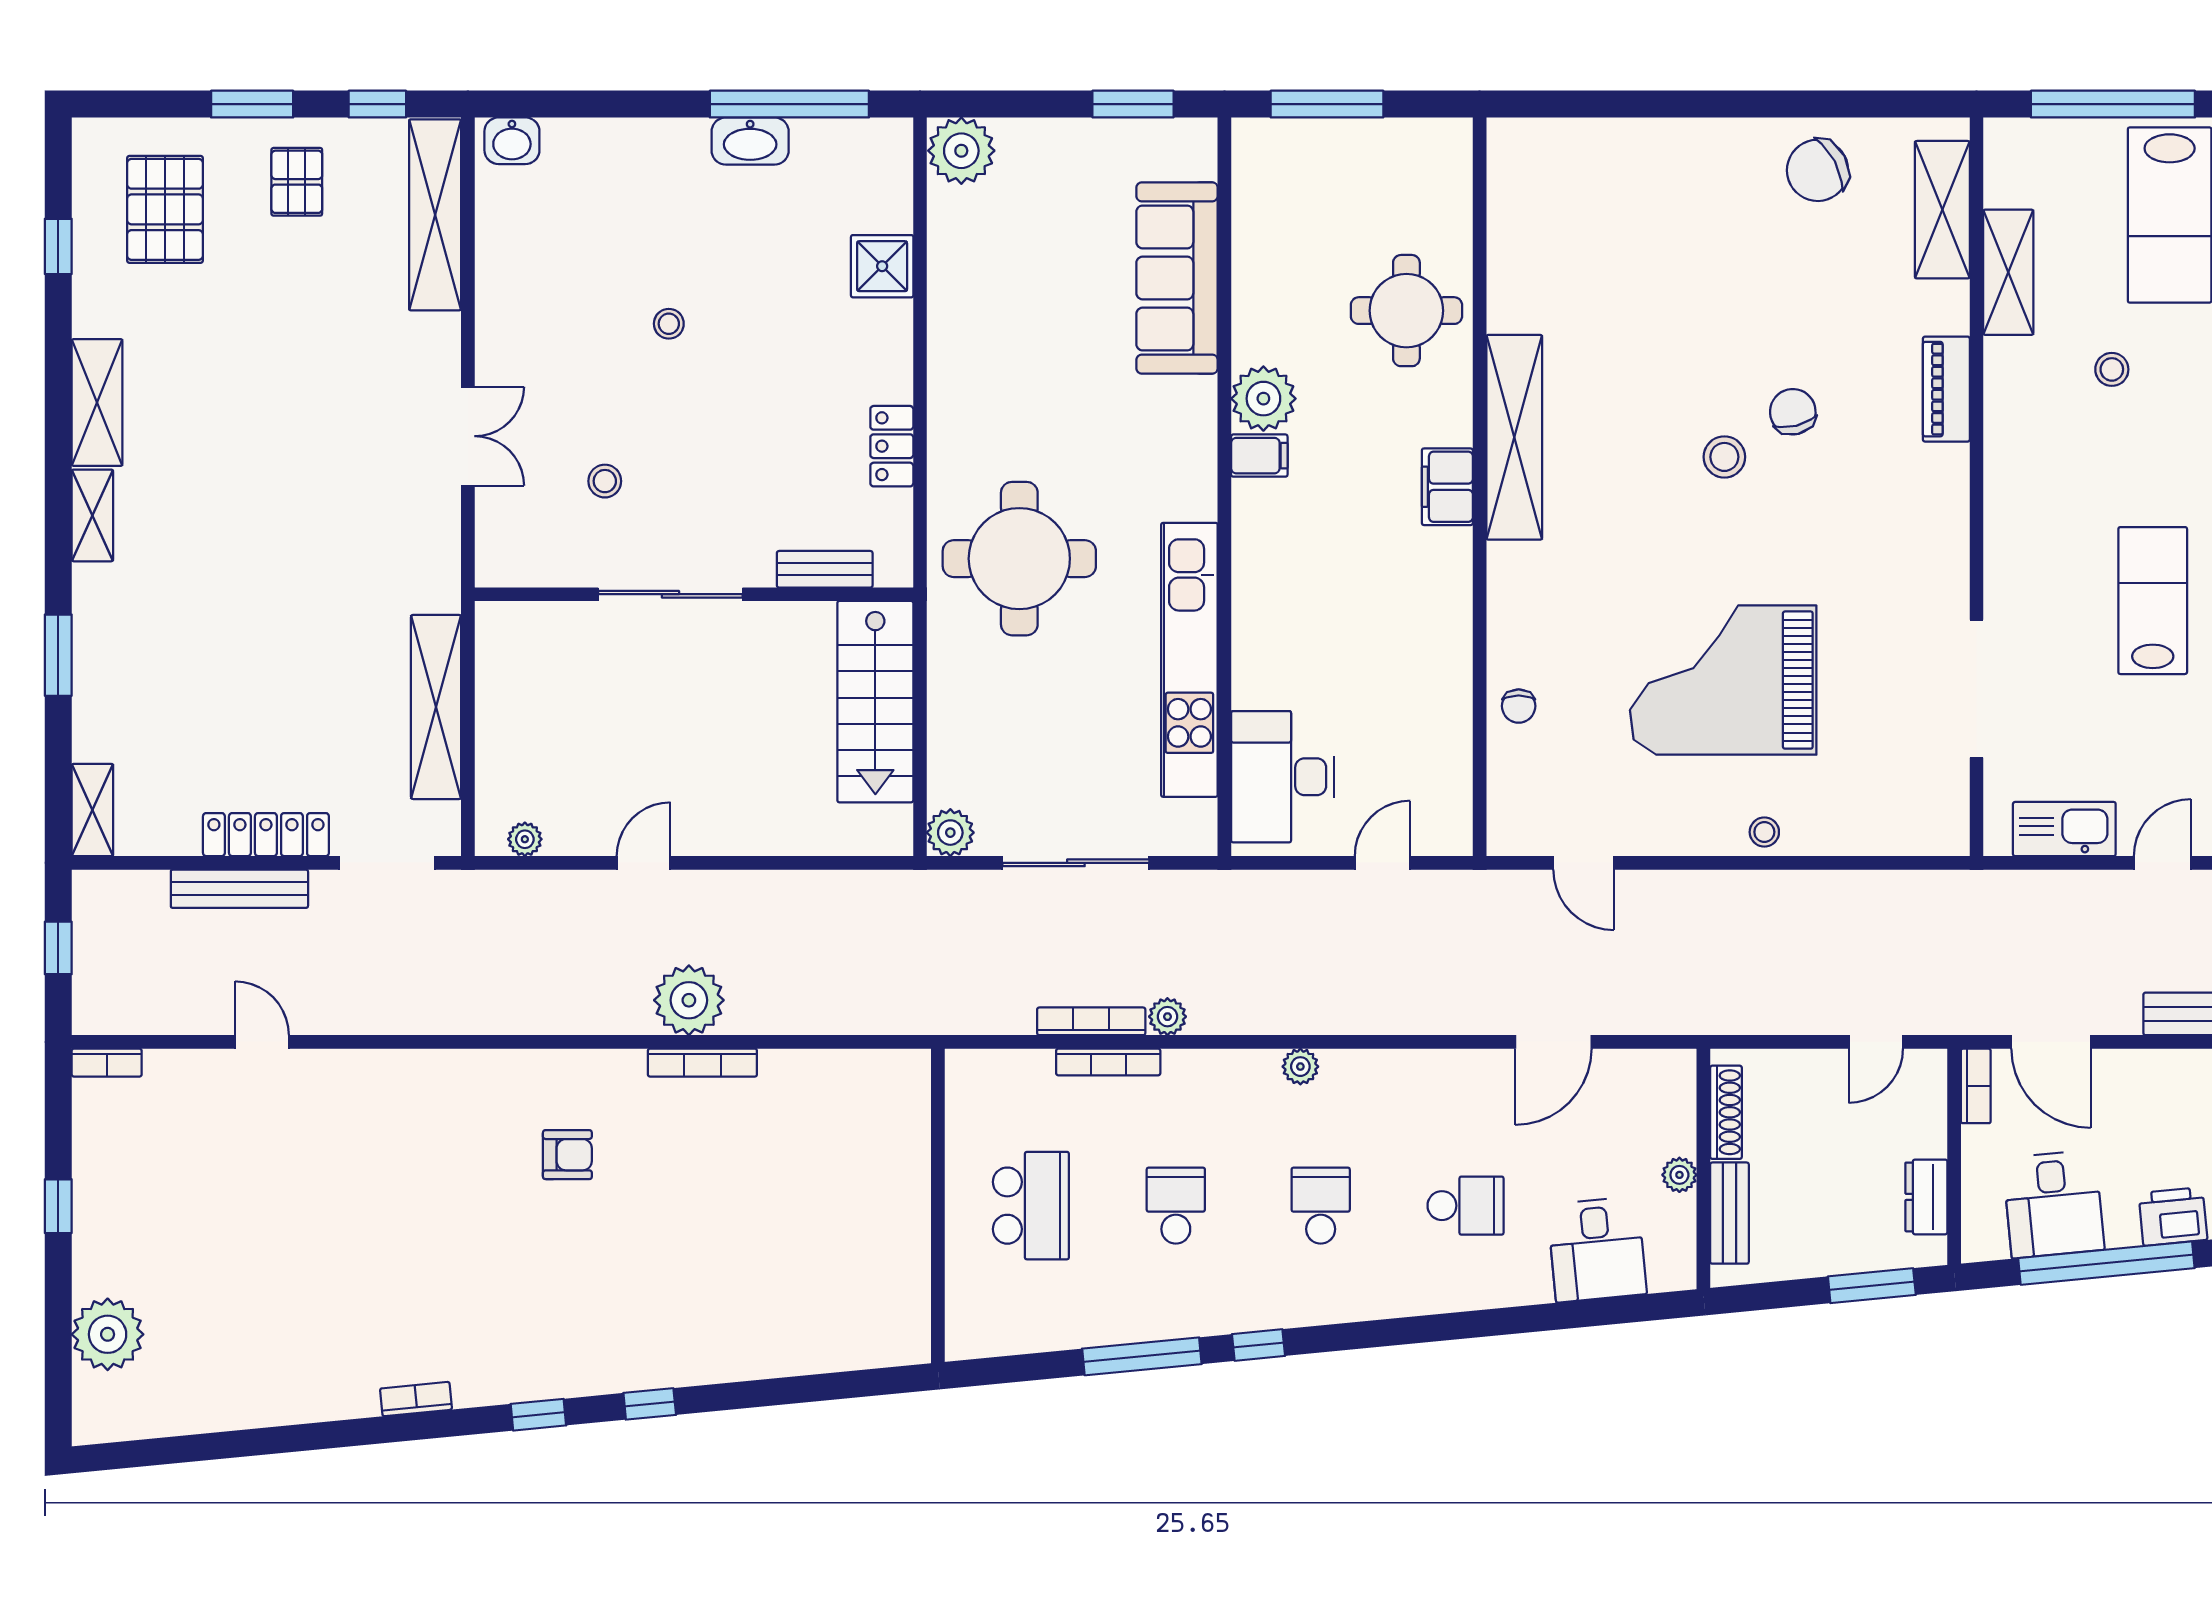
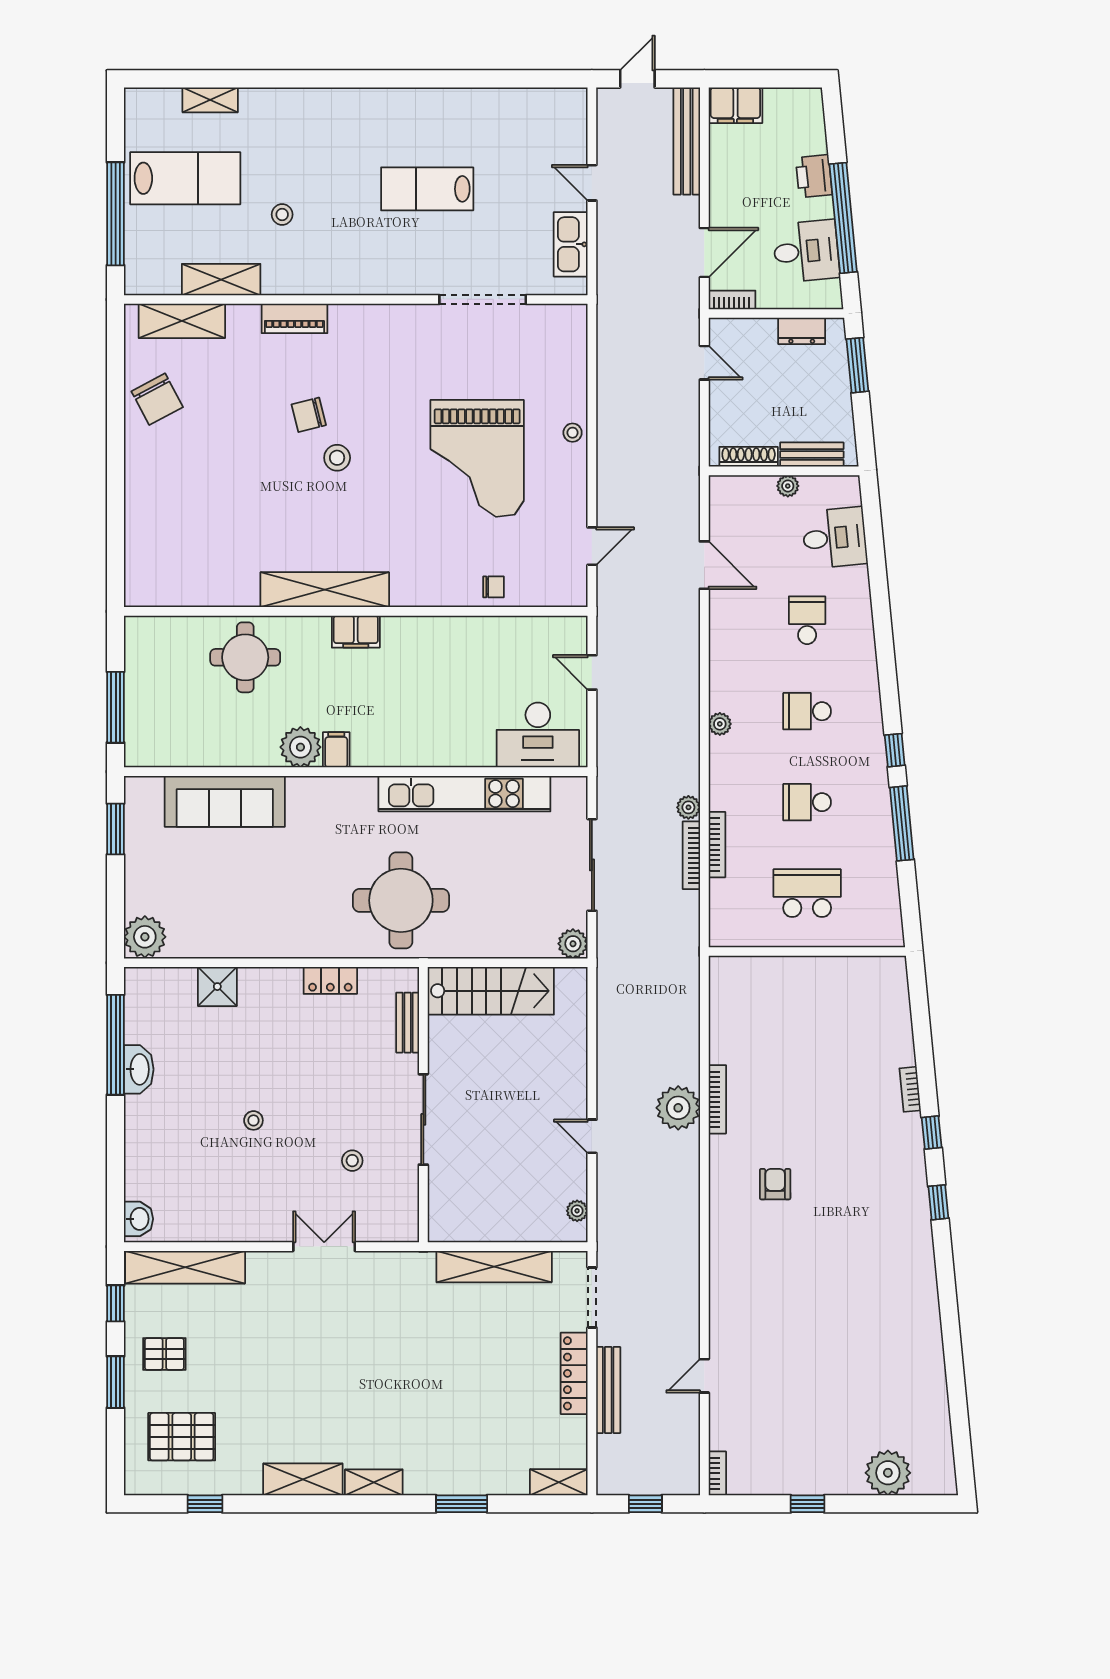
bookcase: (416, 1399) -> (910, 1089), moved

